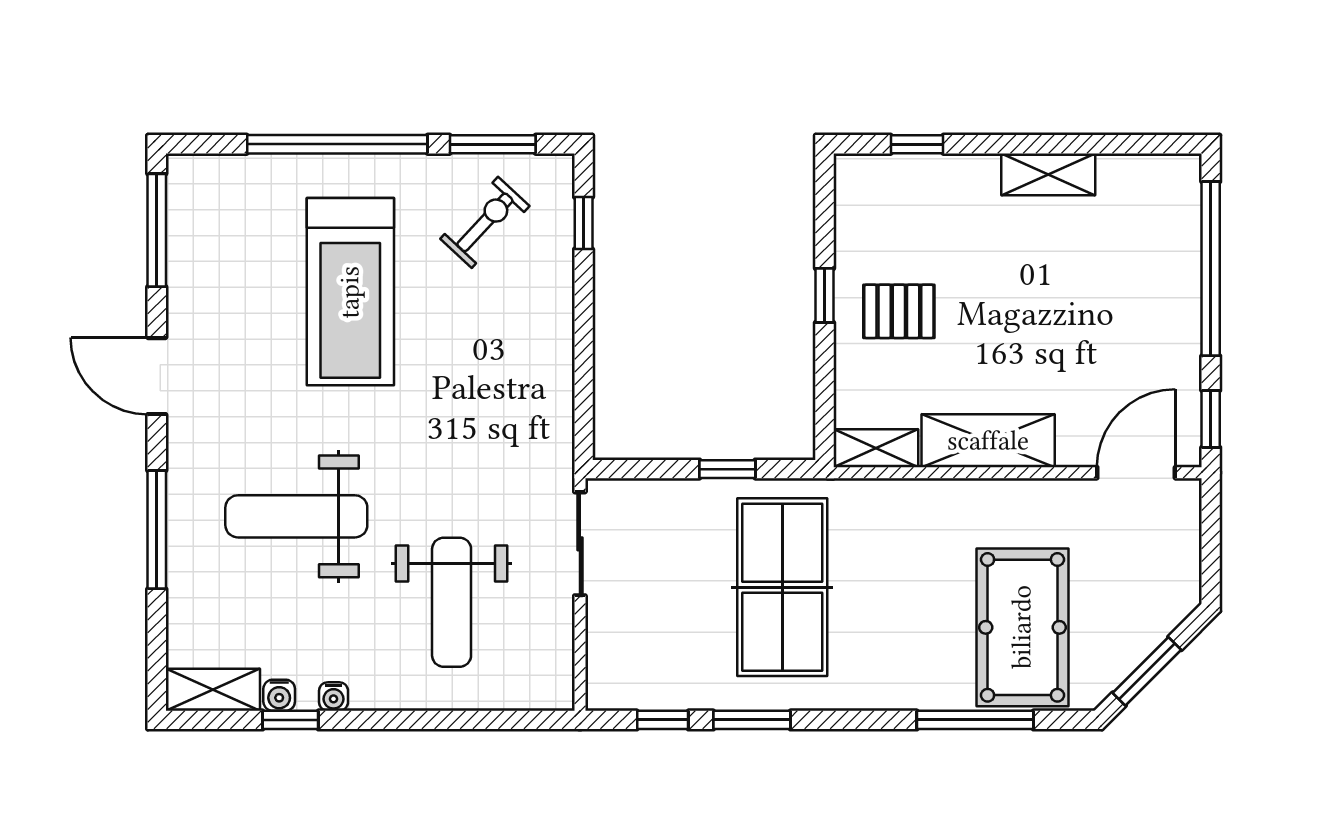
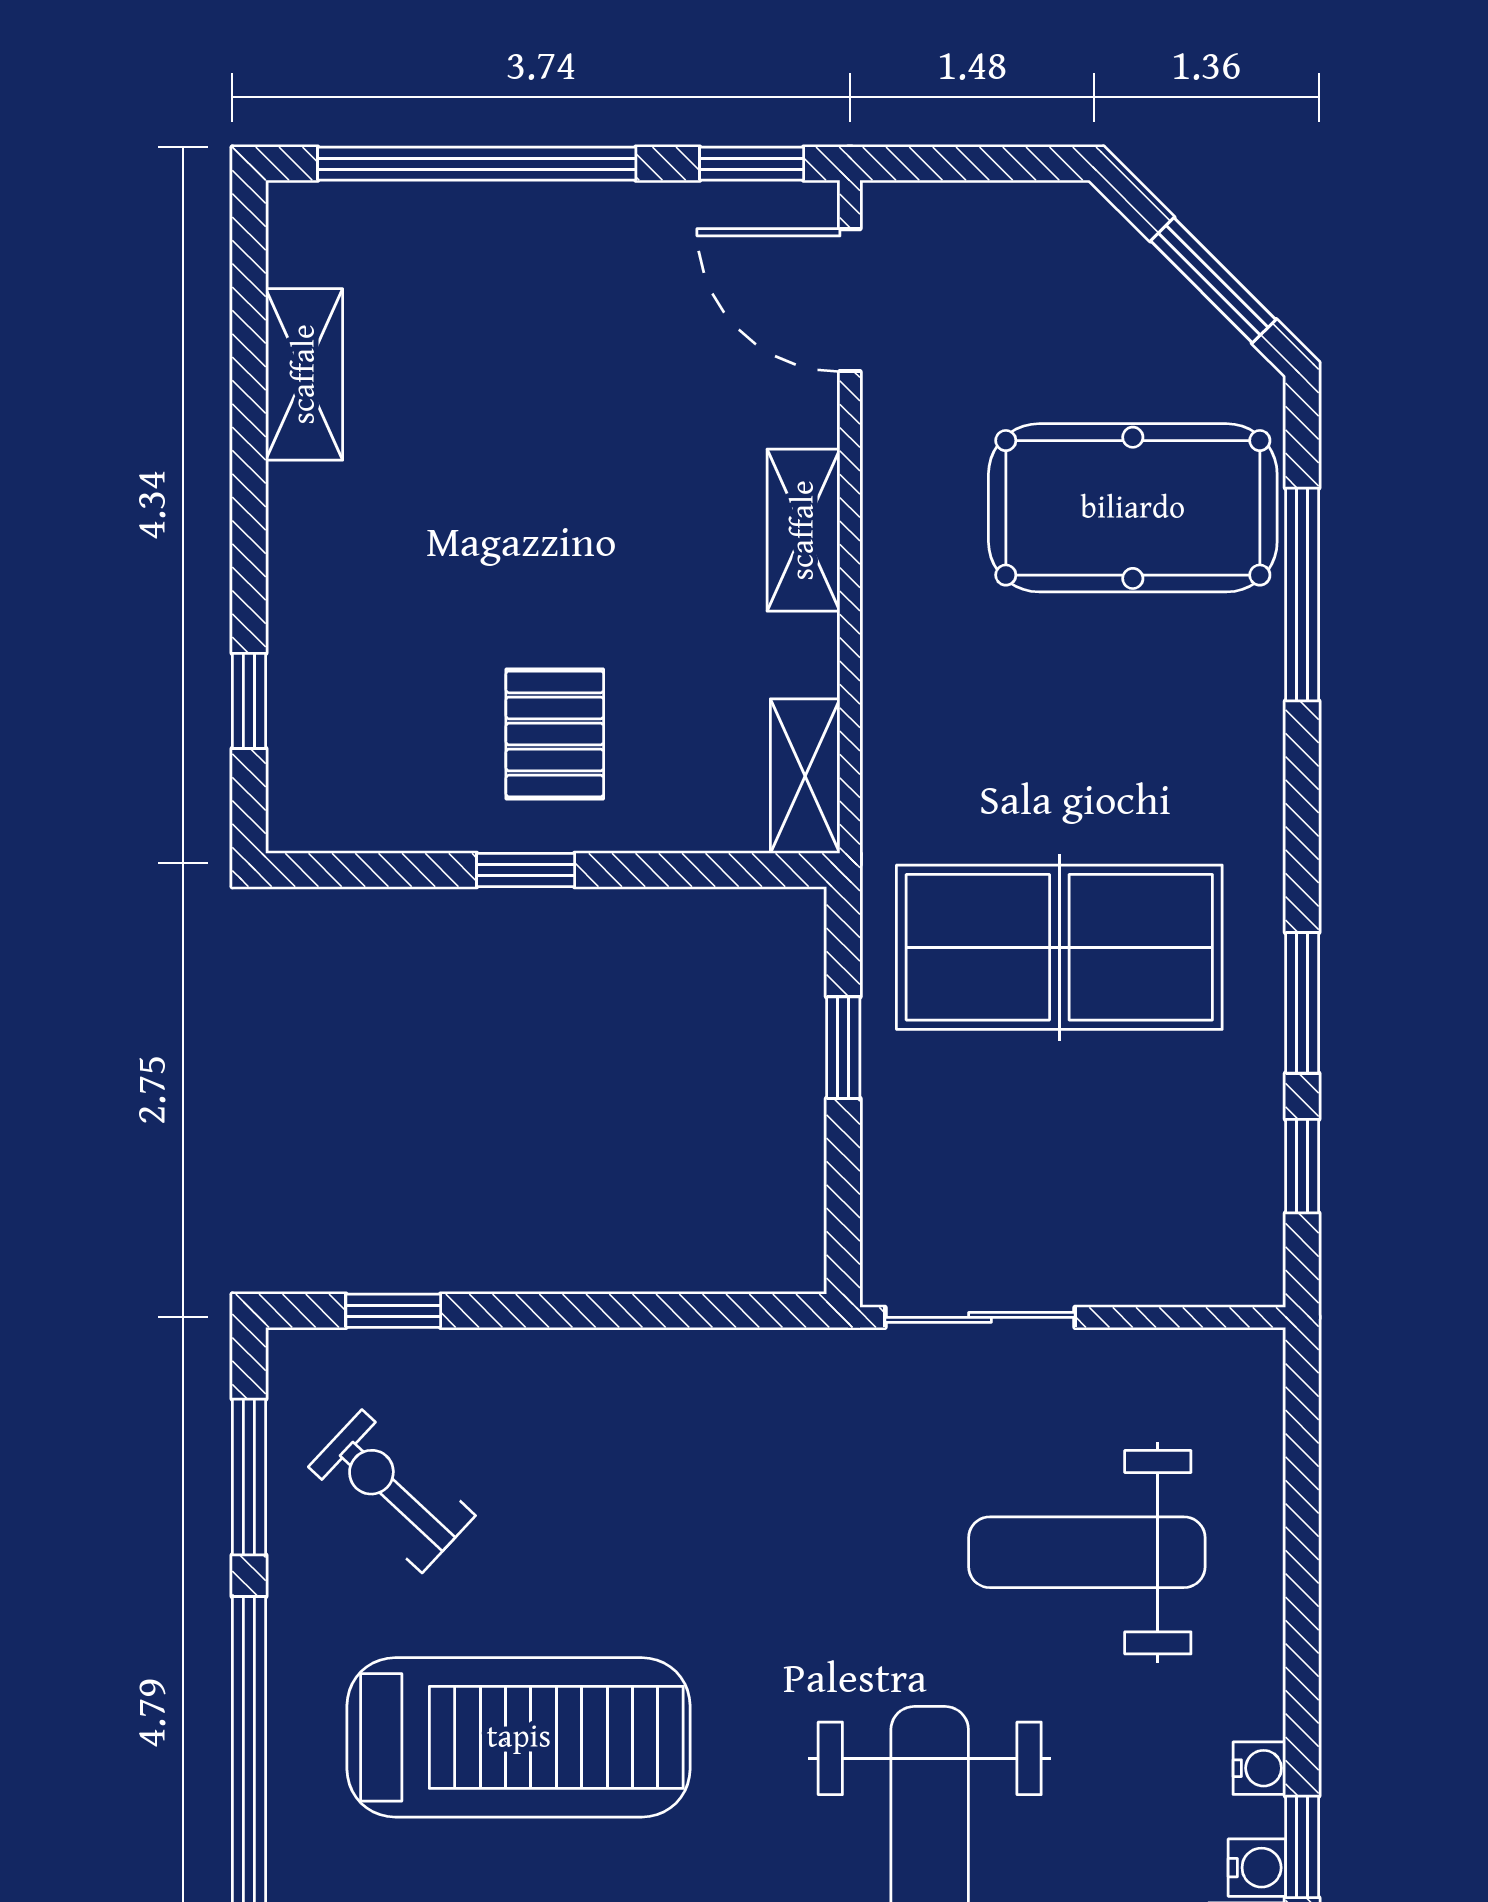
shelving: (1048, 174) -> (304, 374), moved
shelving: (988, 441) -> (803, 530), width x0.67, depth x0.75
weight bench: (452, 602) -> (1087, 1552), turned 180

